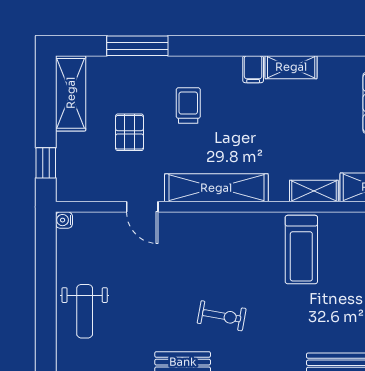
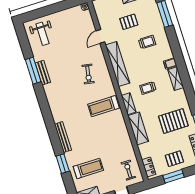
trolley: (292, 137) -> (148, 88), added
weight bench: (85, 311) -> (42, 34), moved, turned -90
exercise bike: (222, 316) -> (88, 74), moved

